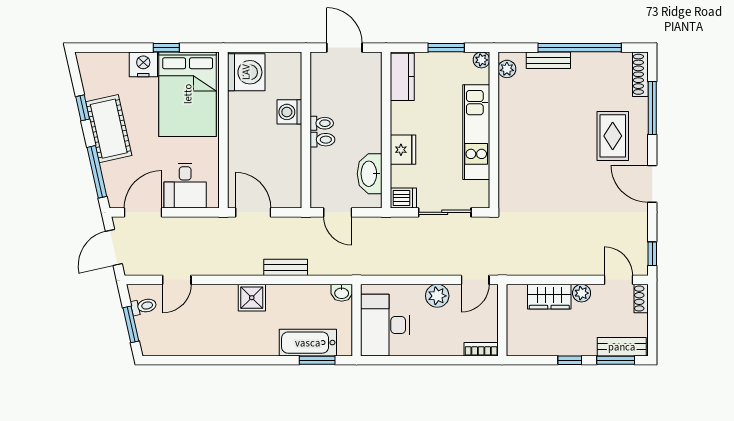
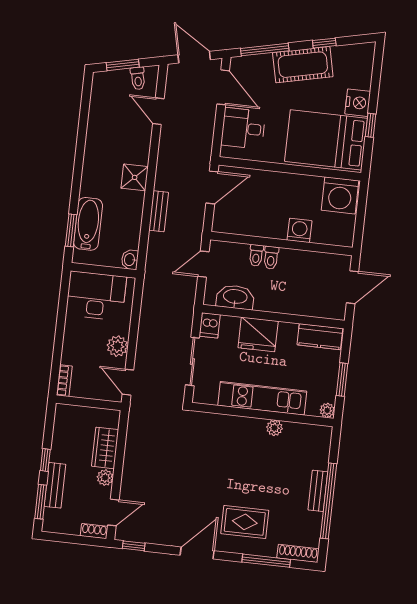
bench: (548, 60) -> (318, 491), moved
plant: (507, 69) -> (274, 428), moved
toilet: (322, 123) -> (256, 255), moved
fridge: (403, 150) -> (258, 334), width x1.36, depth x1.34
bench: (622, 347) -> (55, 485), moved

